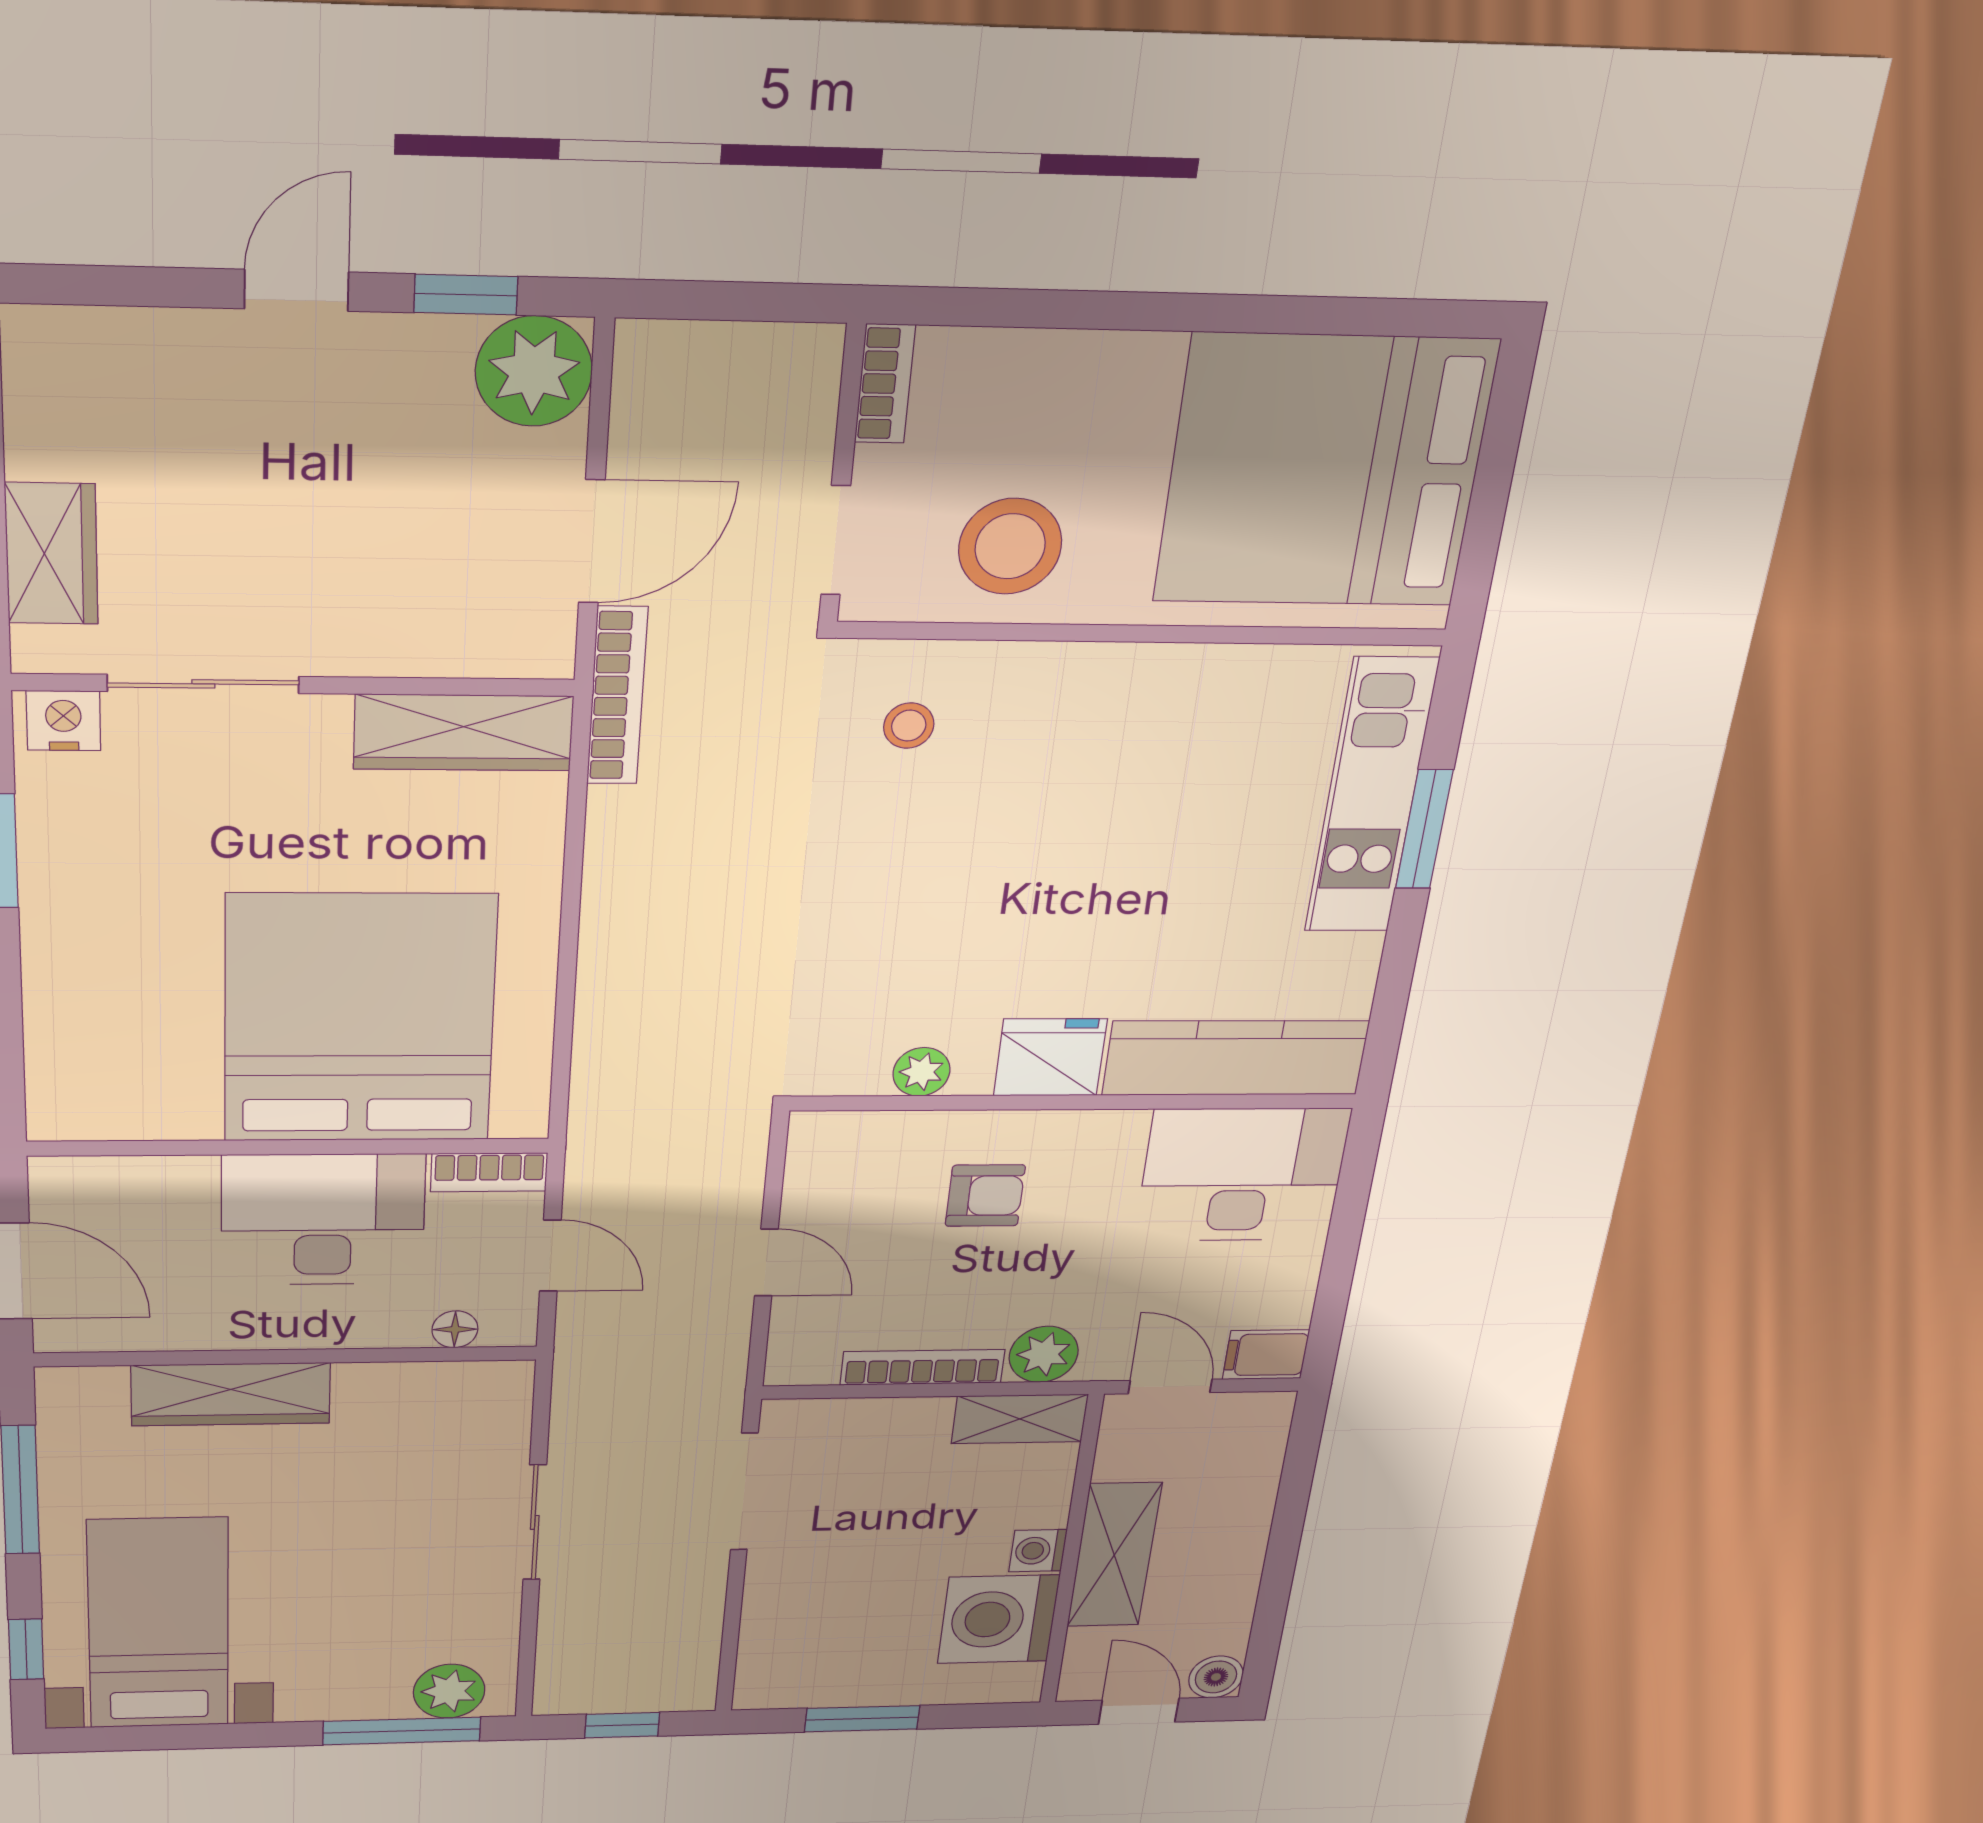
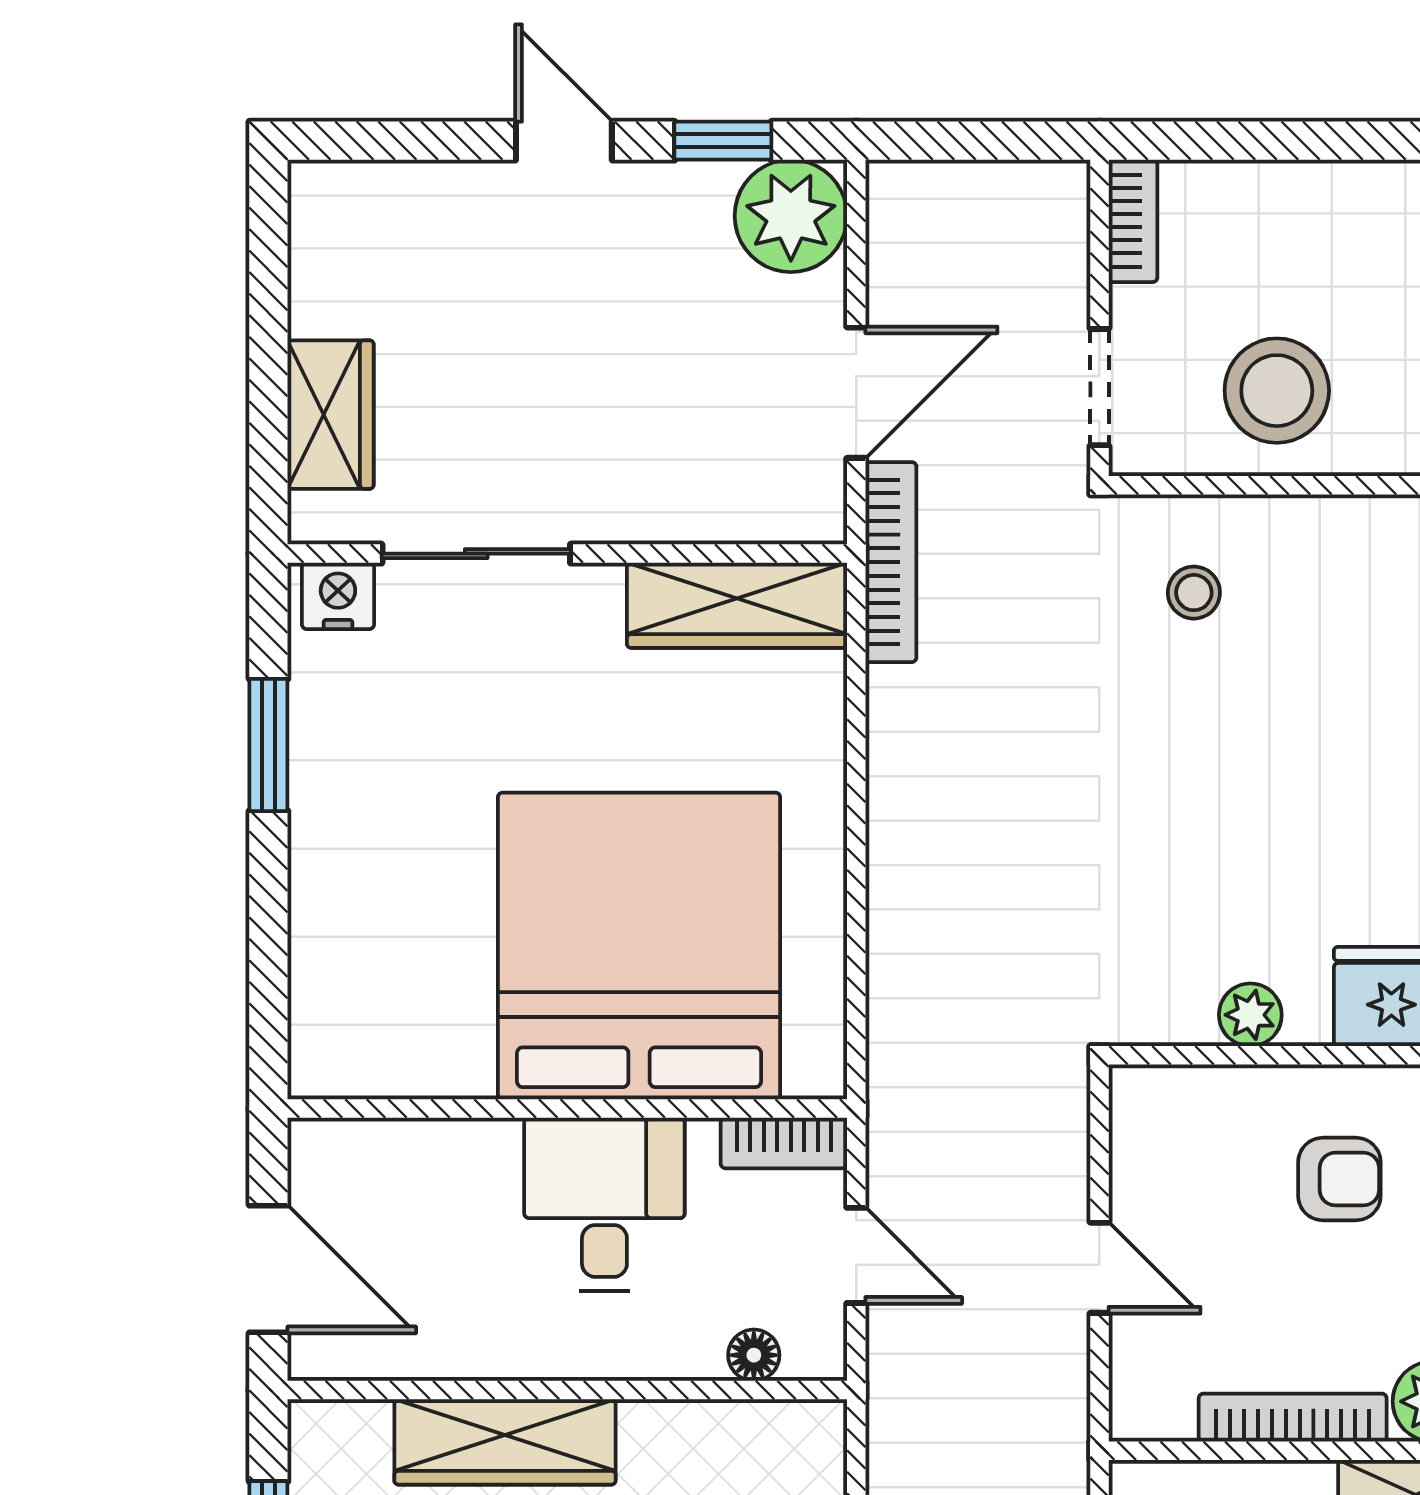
door: (297, 290) -> (564, 141), hinge flipped
desk: (323, 1220) -> (604, 1204), width x0.73

